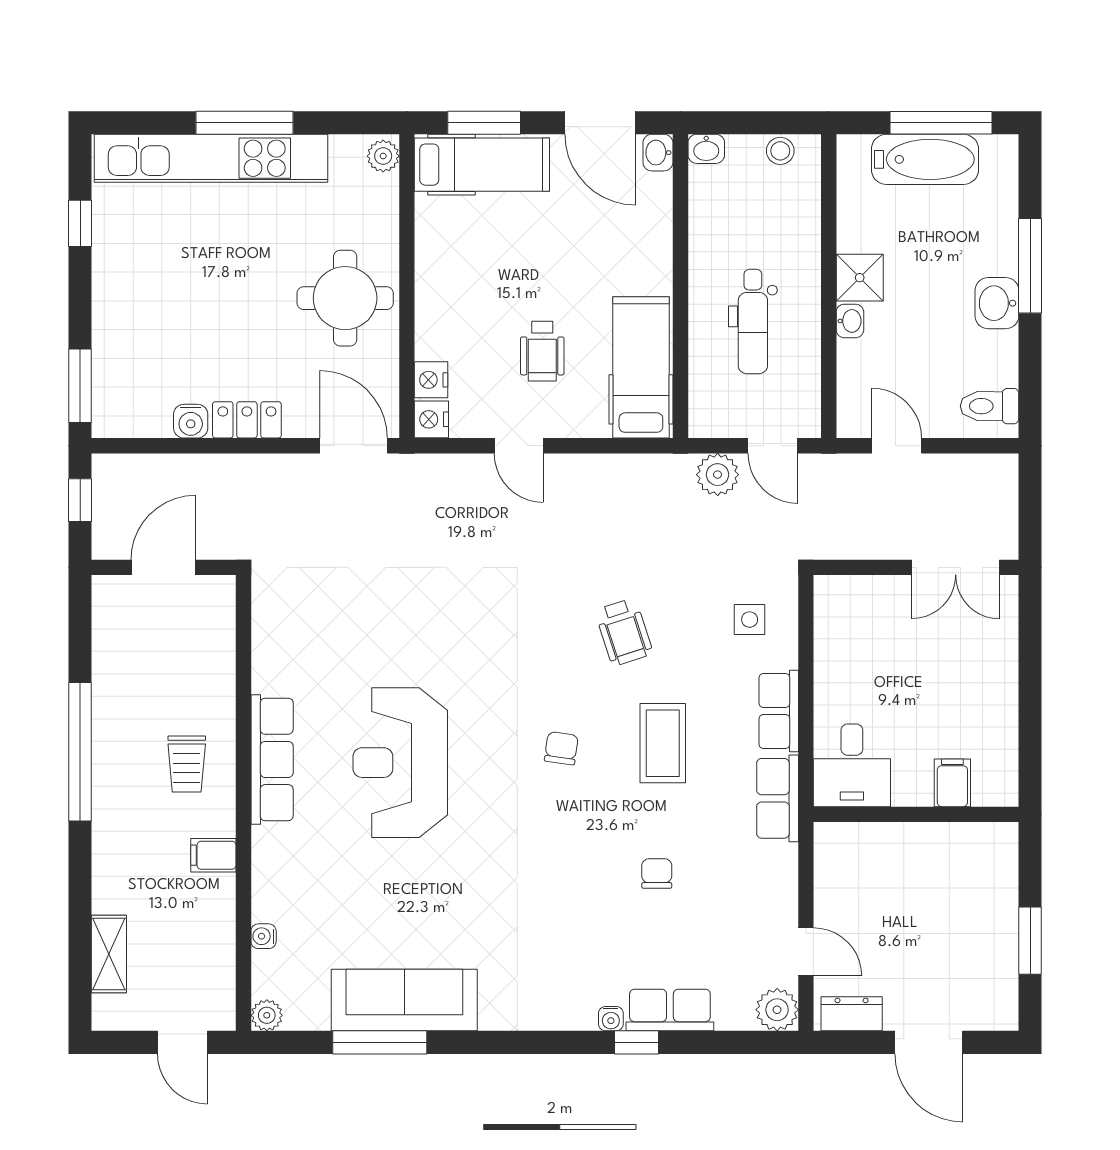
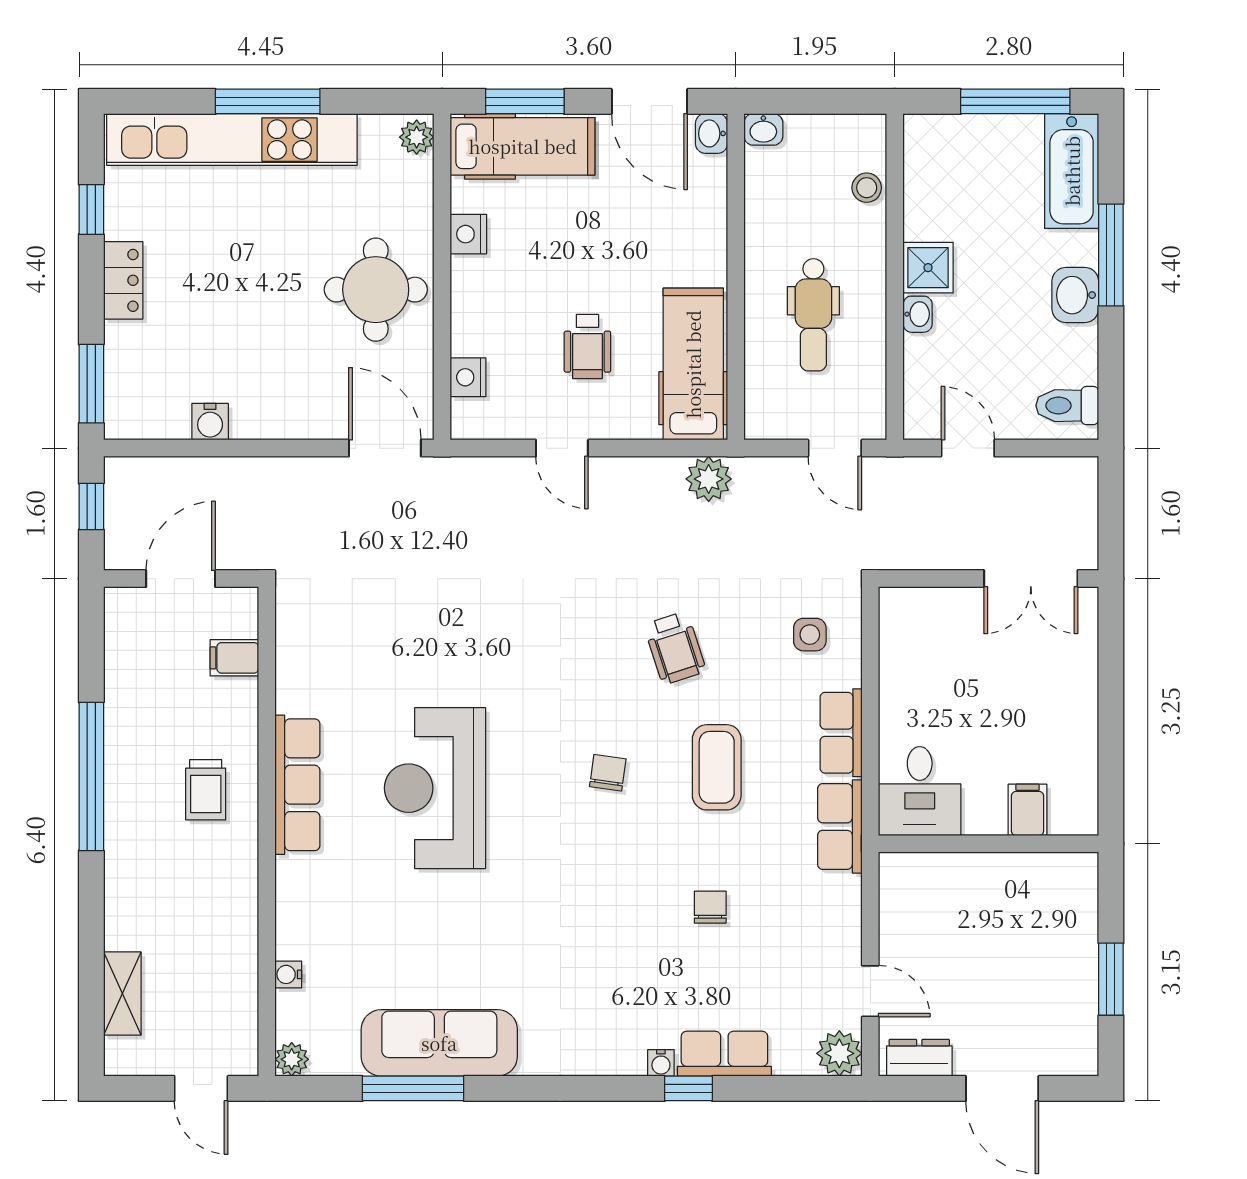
stool: (780, 151) -> (867, 188), moved
bathtub: (925, 159) -> (1072, 171), moved, turned 90
nightstand: (431, 419) -> (468, 234), moved
locker: (247, 420) -> (123, 280), moved, turned 90
plant: (718, 475) -> (709, 479), moved
filing cabinet: (213, 855) -> (234, 658), moved

